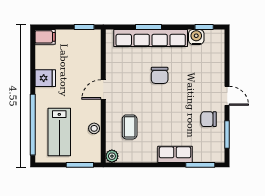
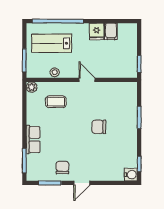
filing cabinet: (45, 37) -> (111, 31), moved
water cooler: (196, 37) -> (131, 175), moved
row of seats: (151, 38) -> (130, 119), removed

